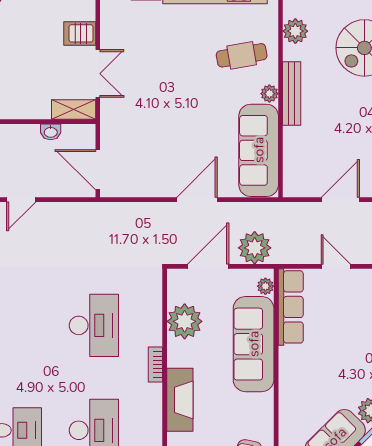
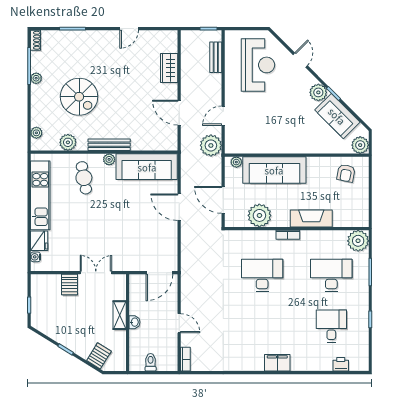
shelving: (74, 109) -> (120, 315), moved
washbasin: (51, 132) -> (134, 322), moved
plant: (255, 248) -> (211, 145), moved
row of seats: (291, 307) -> (250, 145), removed

